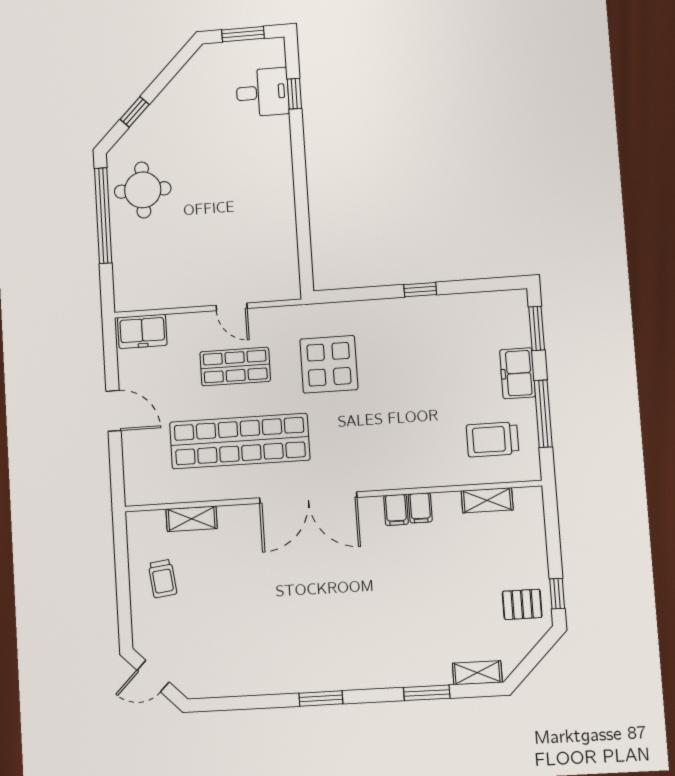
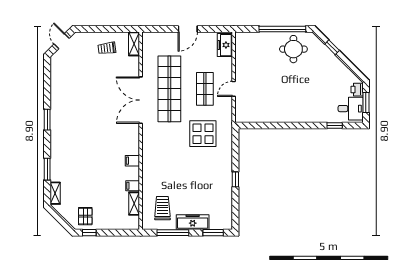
printer: (218, 54) -> (357, 90), added
desk: (262, 92) -> (351, 109), moved, turned -90
freezer: (518, 373) -> (193, 222), width x1.40
double door: (308, 498) -> (141, 100), moved
filing cabinet: (420, 508) -> (133, 186), moved
shelving: (192, 519) -> (134, 44), moved

